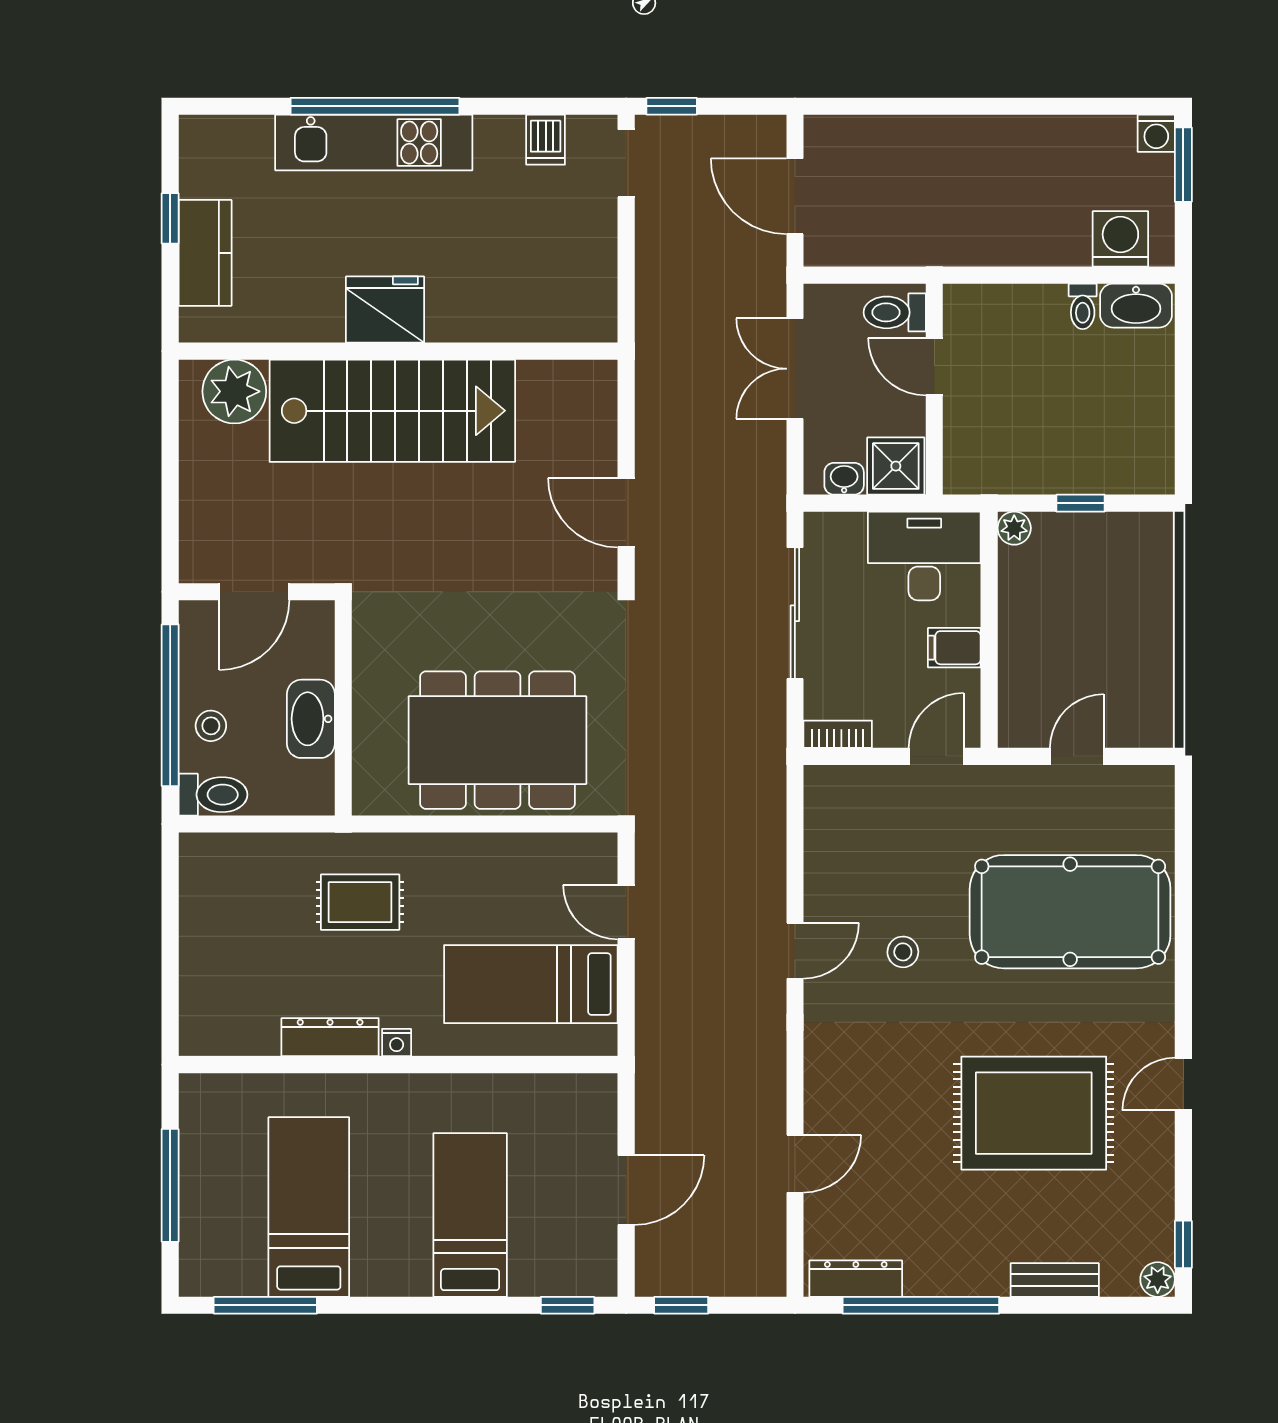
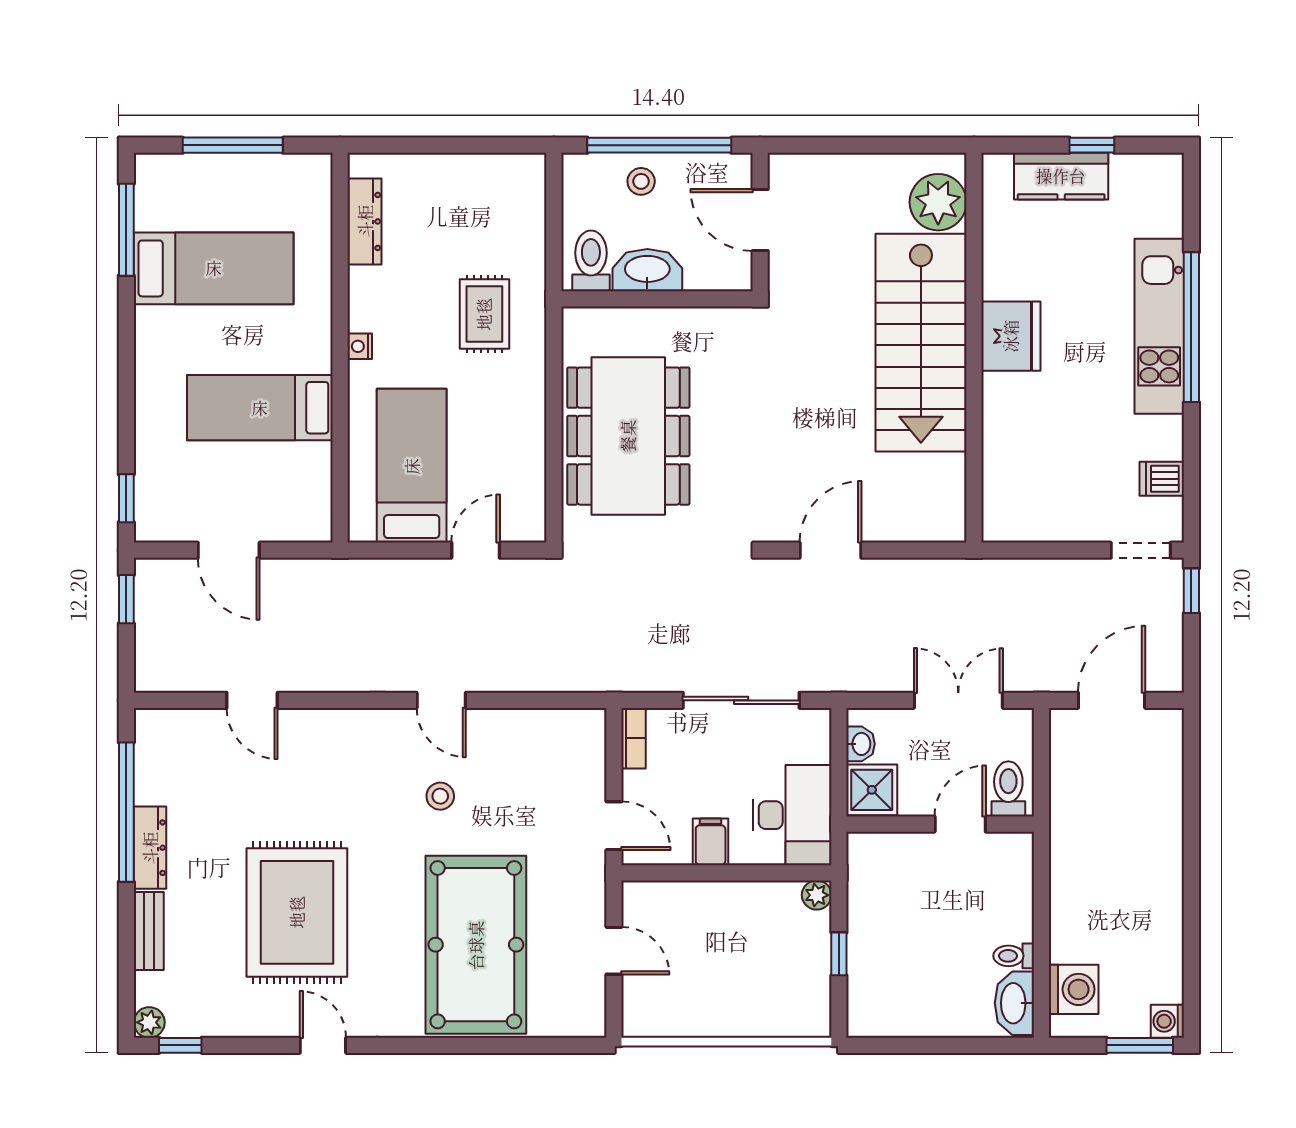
toilet: (213, 795) -> (591, 261), moved, turned 180
dresser: (330, 1037) -> (365, 221), moved
bed: (470, 1215) -> (260, 408), moved, turned 180
dresser: (856, 1279) -> (150, 848), moved

